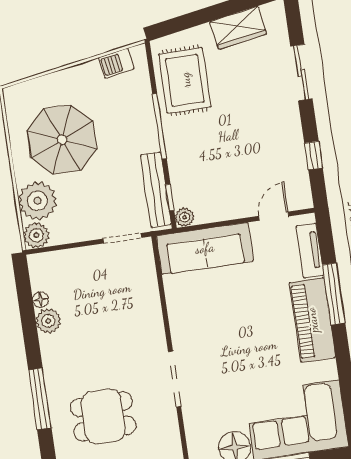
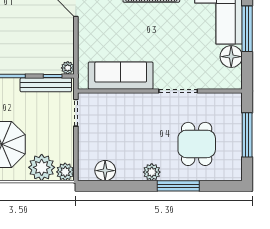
sofa: (205, 248) -> (121, 76), moved, turned -90
floor lamp: (40, 300) -> (105, 171), width x1.89, depth x1.89
plant: (48, 321) -> (152, 172), moved

